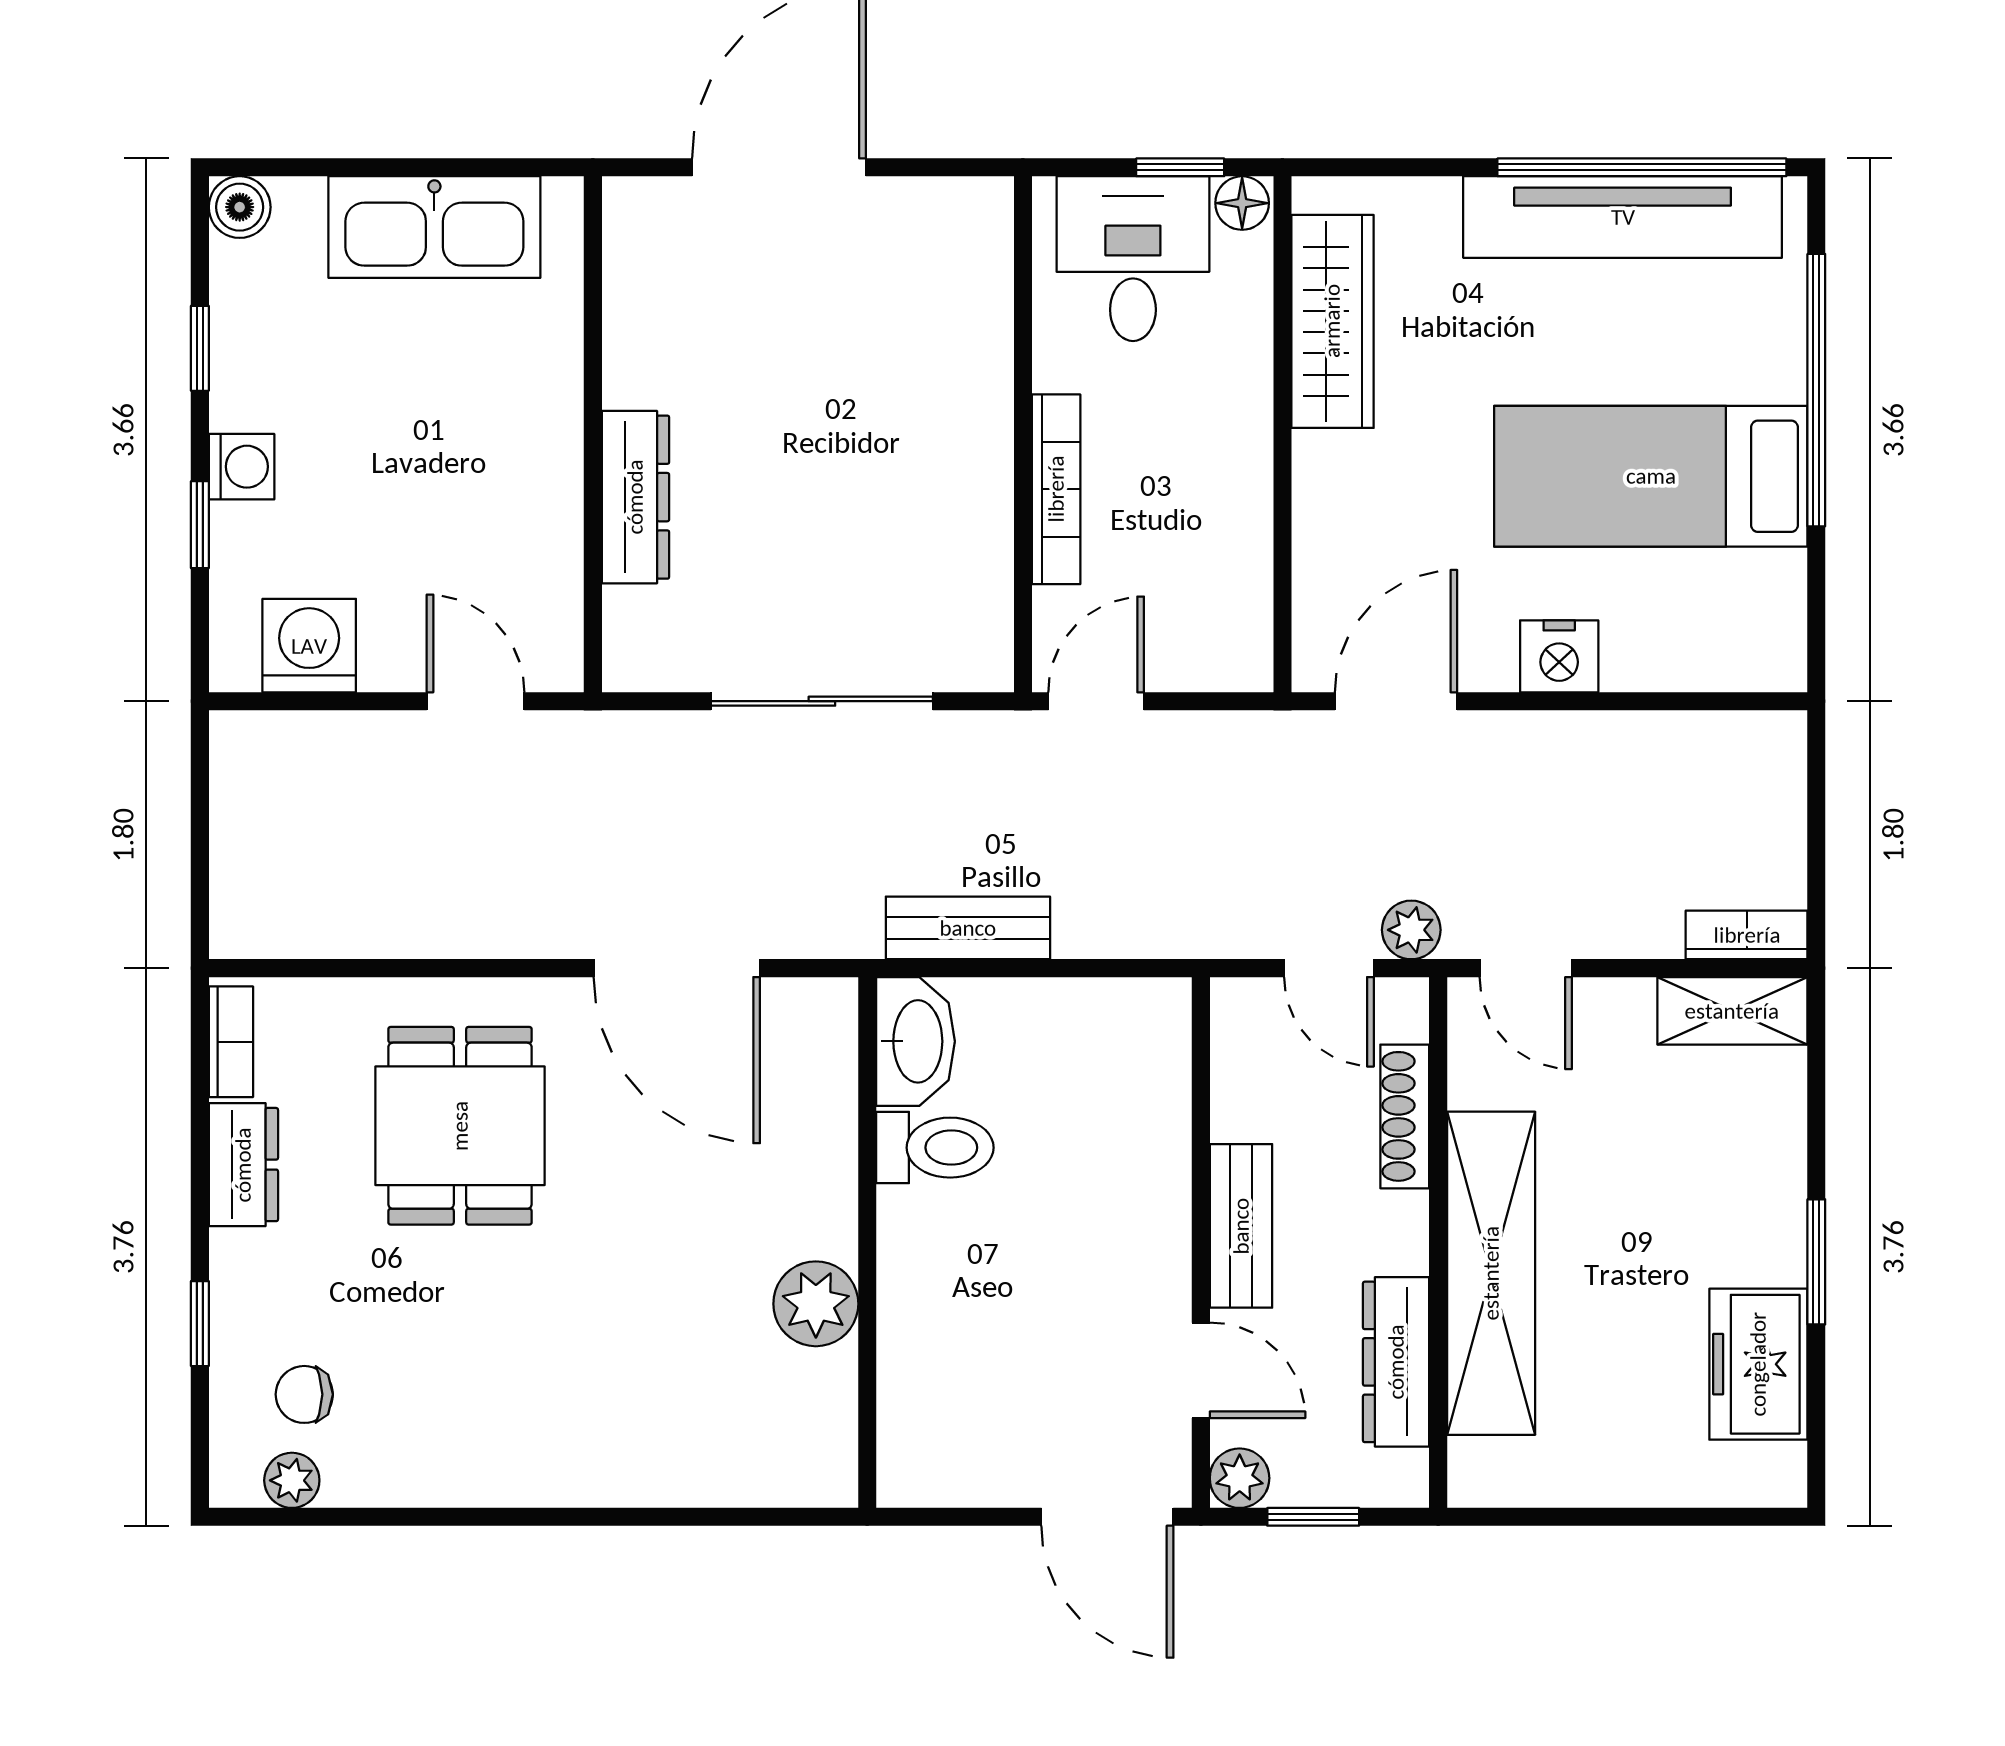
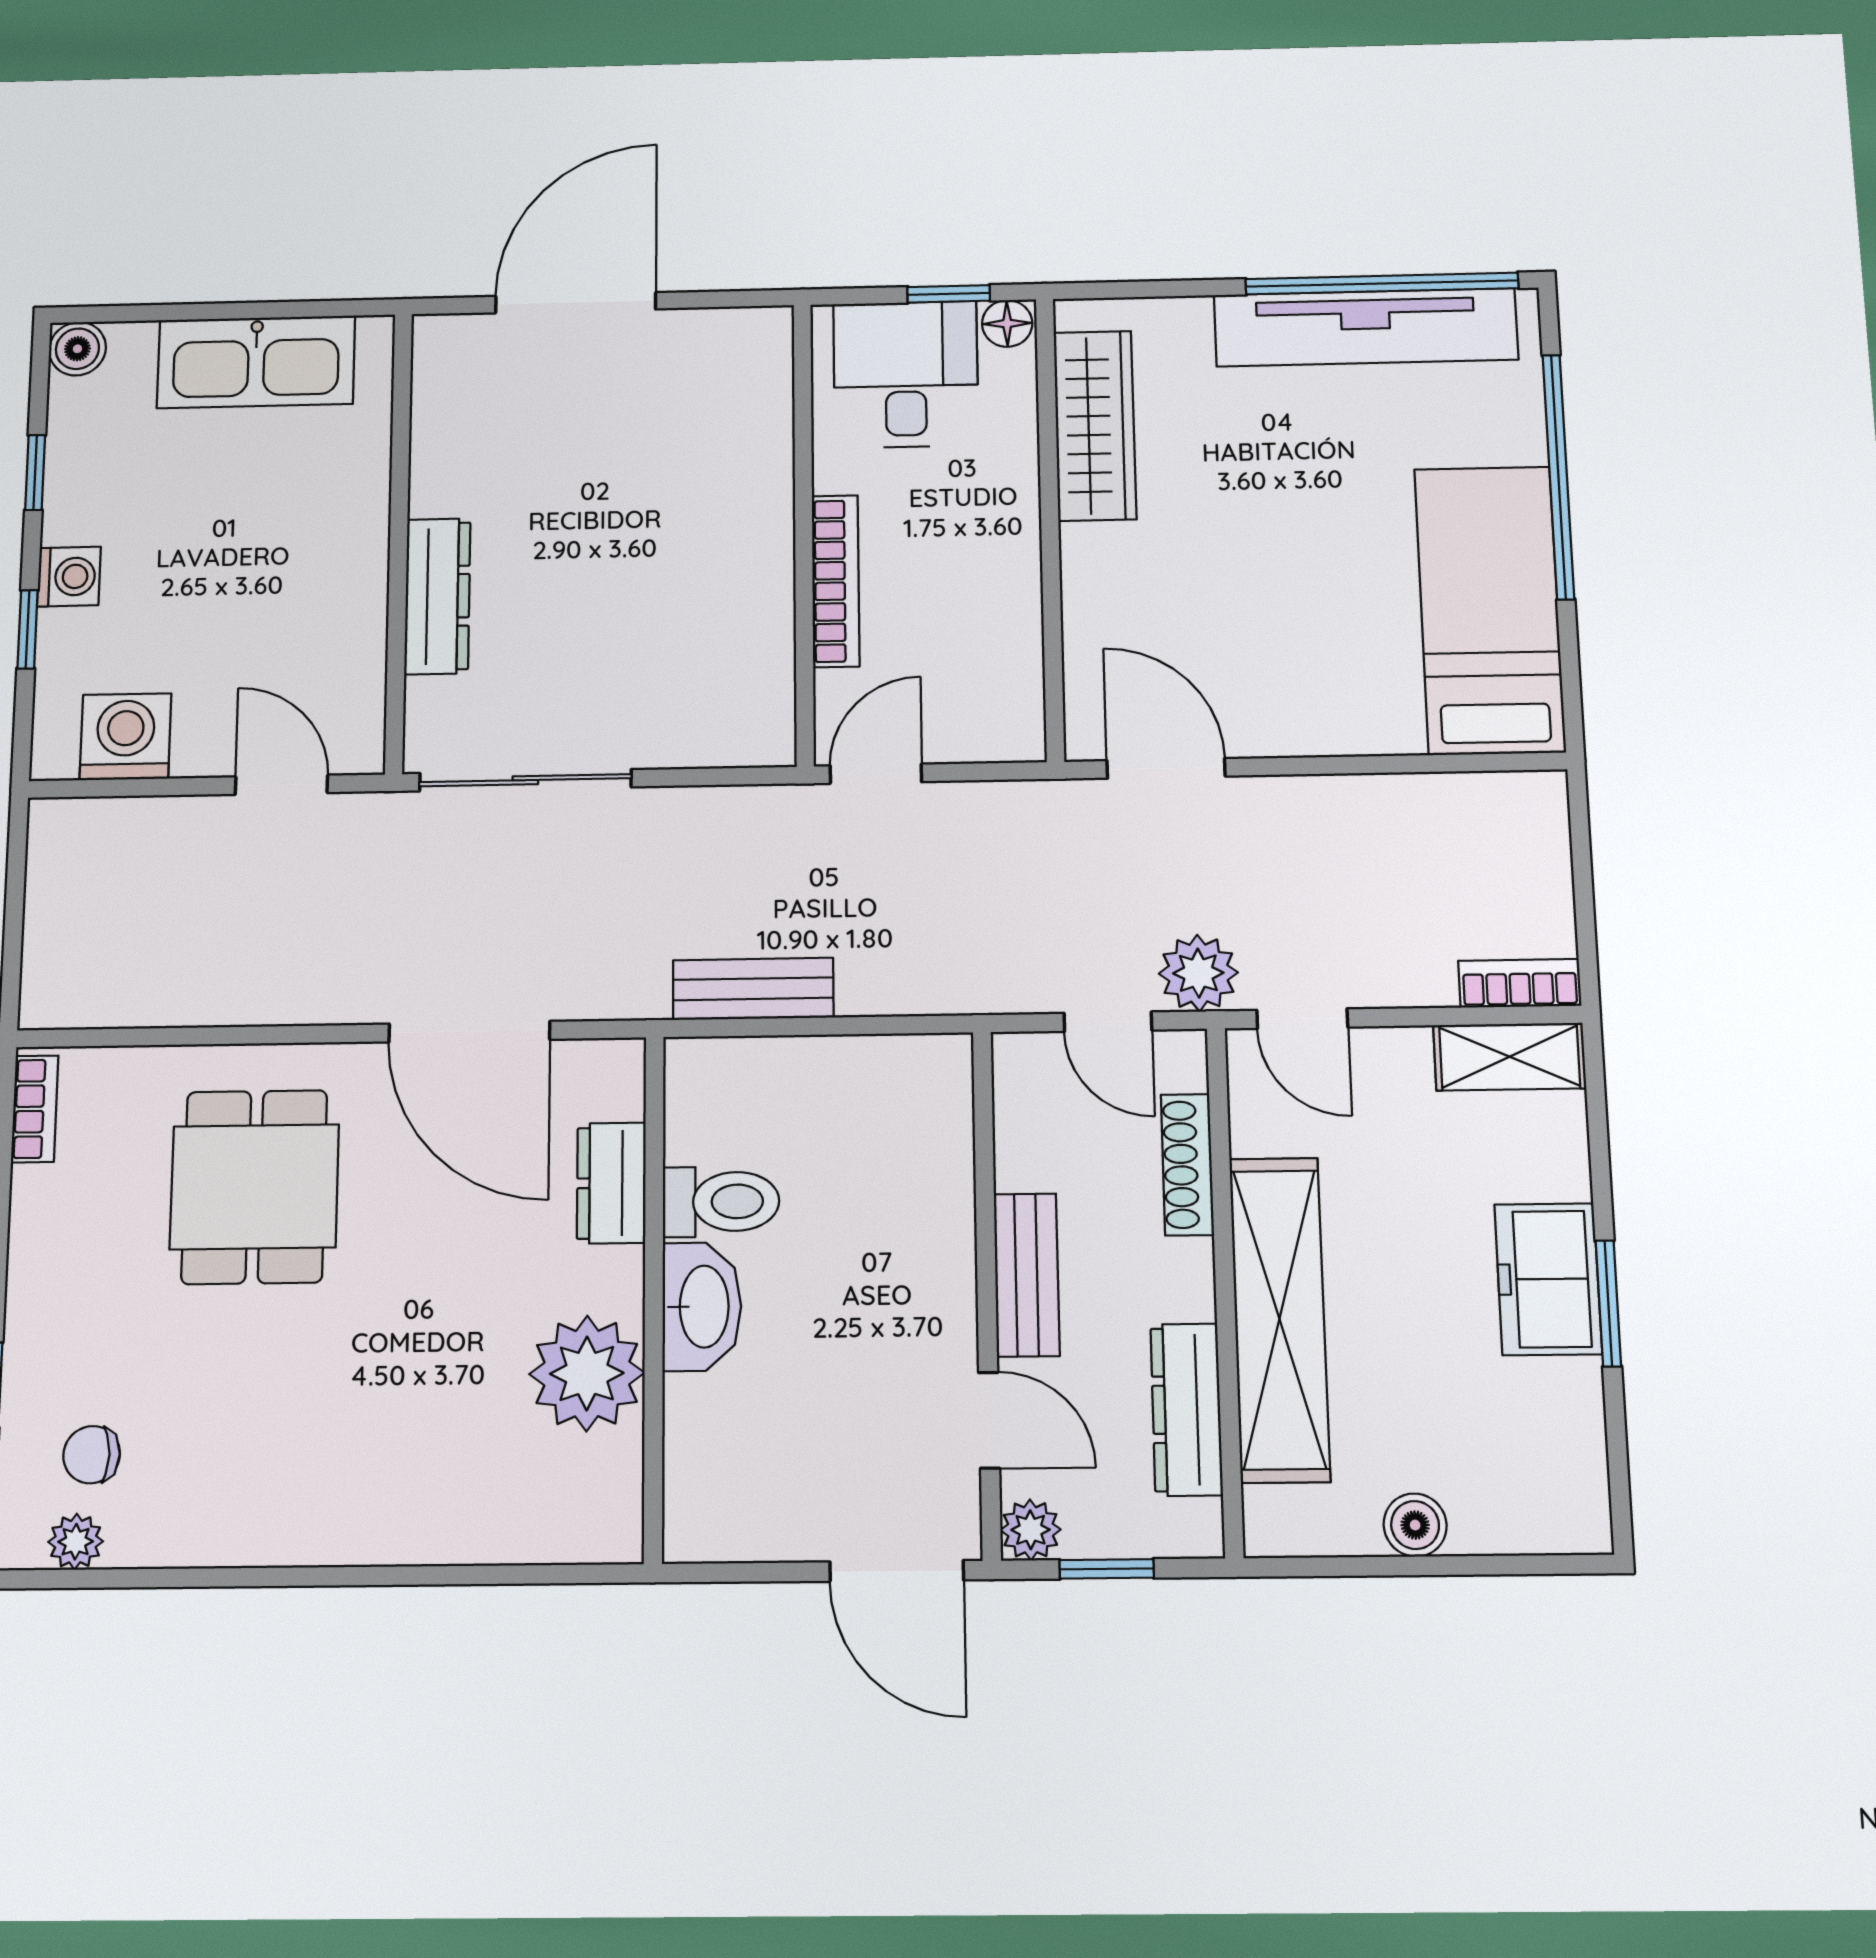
bed: (1651, 476) -> (1490, 610), moved, turned 90
nightstand: (1559, 656) -> (1323, 724), removed
sliding door: (822, 701) -> (525, 780), moved
door: (1396, 701) -> (1166, 768), hinge flipped
plant: (1411, 930) -> (1198, 973), width x1.38, depth x1.38
washbasin: (915, 1041) -> (702, 1307), moved
dresser: (243, 1165) -> (611, 1183), moved, turned 180
plant: (816, 1304) -> (587, 1373), width x1.36, depth x1.36
freezer: (1758, 1364) -> (1548, 1279), moved
boiler: (1616, 1477) -> (1415, 1525), added

